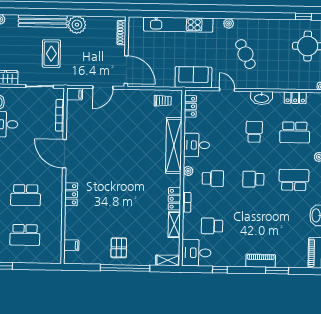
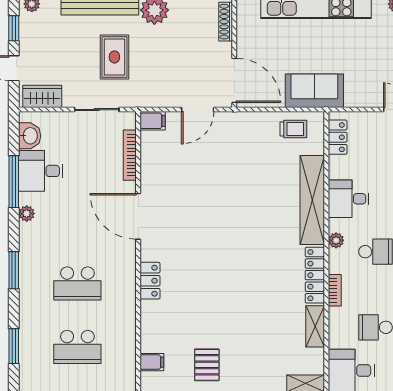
sofa: (193, 77) -> (314, 91), moved
locker: (174, 199) -> (315, 275), width x1.53
pallet: (119, 248) -> (207, 365), moved

